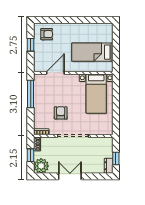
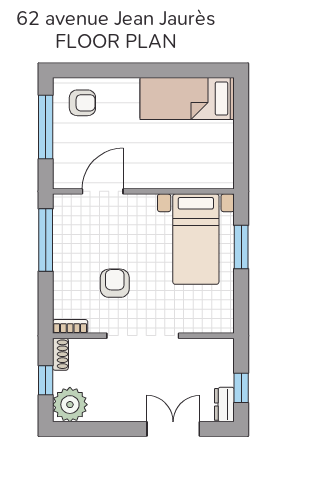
window: (31, 45) -> (46, 127), width x2.17
bed: (92, 52) -> (187, 98), moved
window: (116, 97) -> (241, 247), added
double door: (70, 176) -> (173, 429), moved

